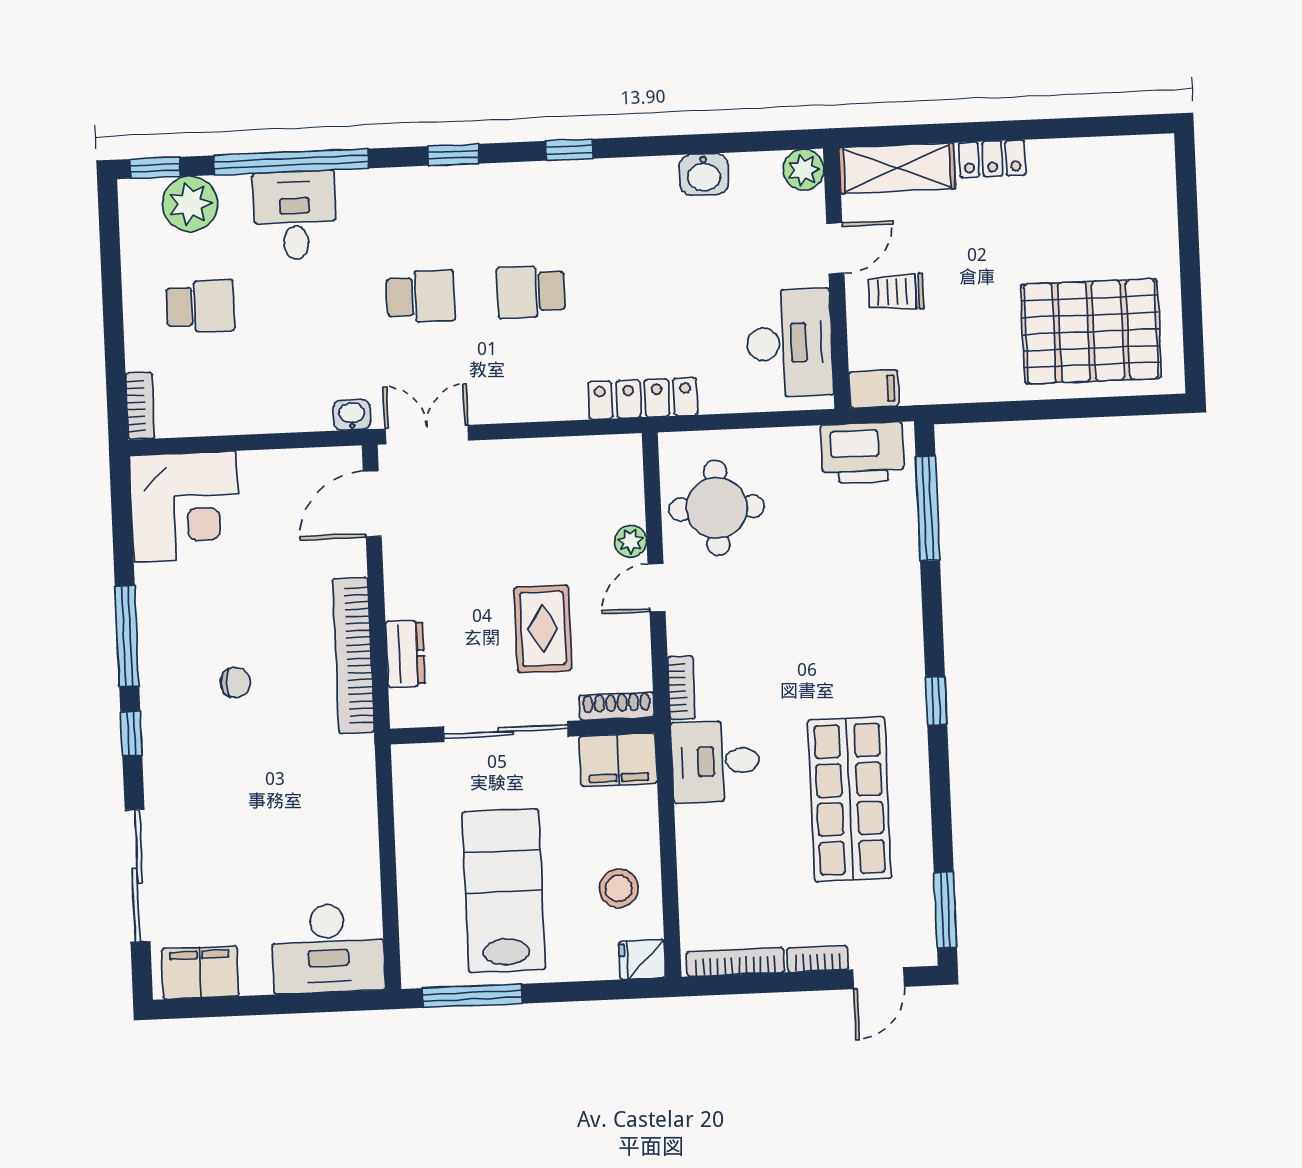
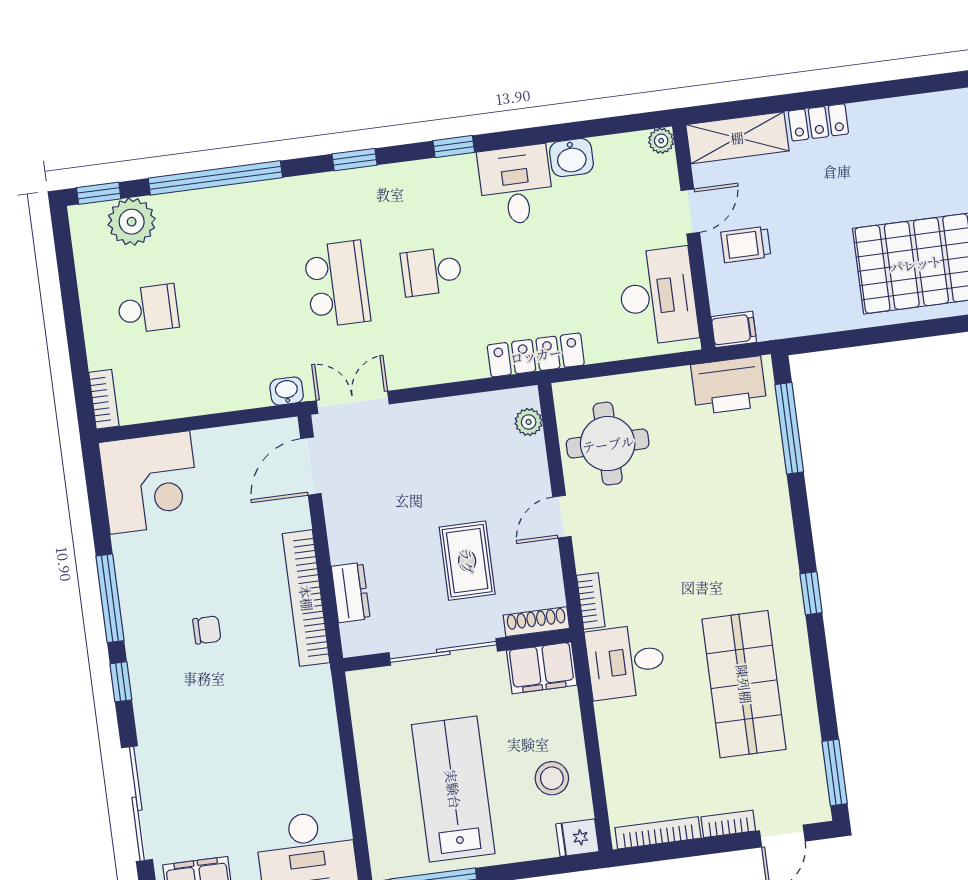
plant: (804, 170) -> (661, 141), width x0.73, depth x0.73
desk: (295, 215) -> (516, 185), moved
school desk: (421, 297) -> (337, 284), width x1.85
plant: (631, 541) -> (529, 422), moved

